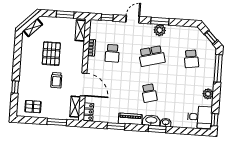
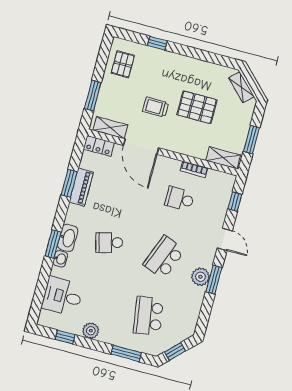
school desk: (152, 56) -> (164, 257), turned 36
school desk: (191, 59) -> (148, 316), width x1.85
window: (218, 68) -> (126, 353), width x0.69
door: (84, 85) -> (141, 147), hinge flipped
desk: (200, 117) -> (62, 296), moved, turned 90
piano: (130, 119) -> (81, 187), moved
window: (215, 120) -> (65, 337), moved

